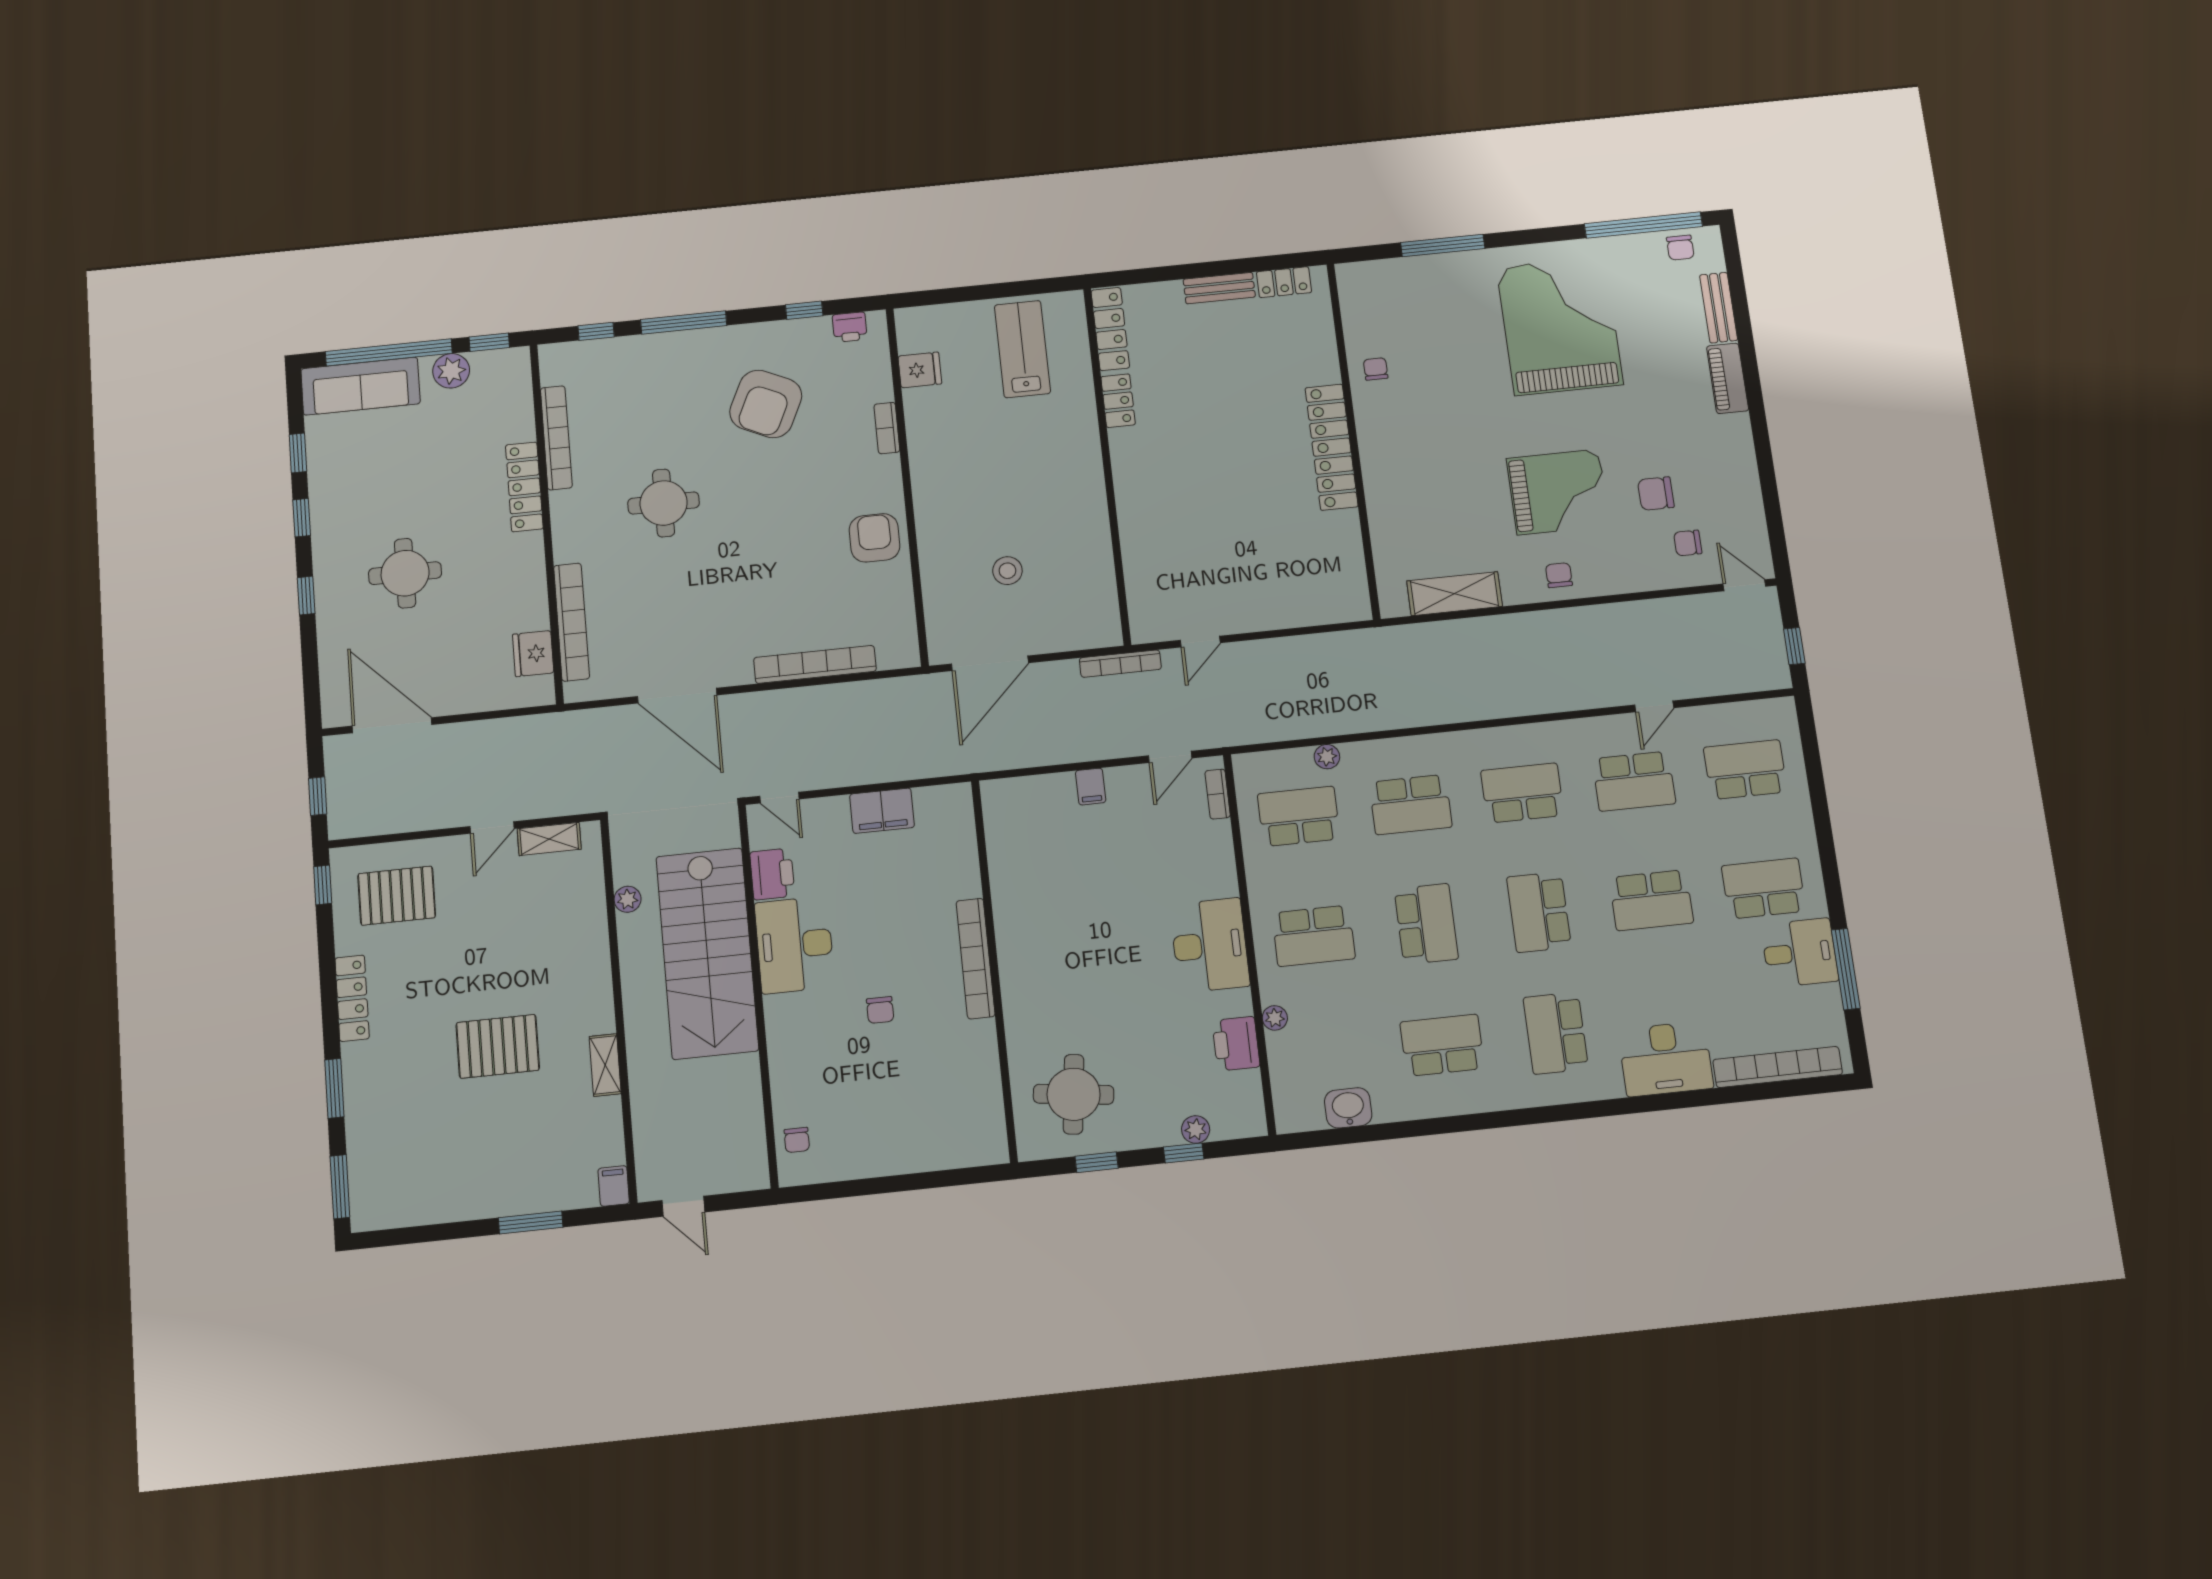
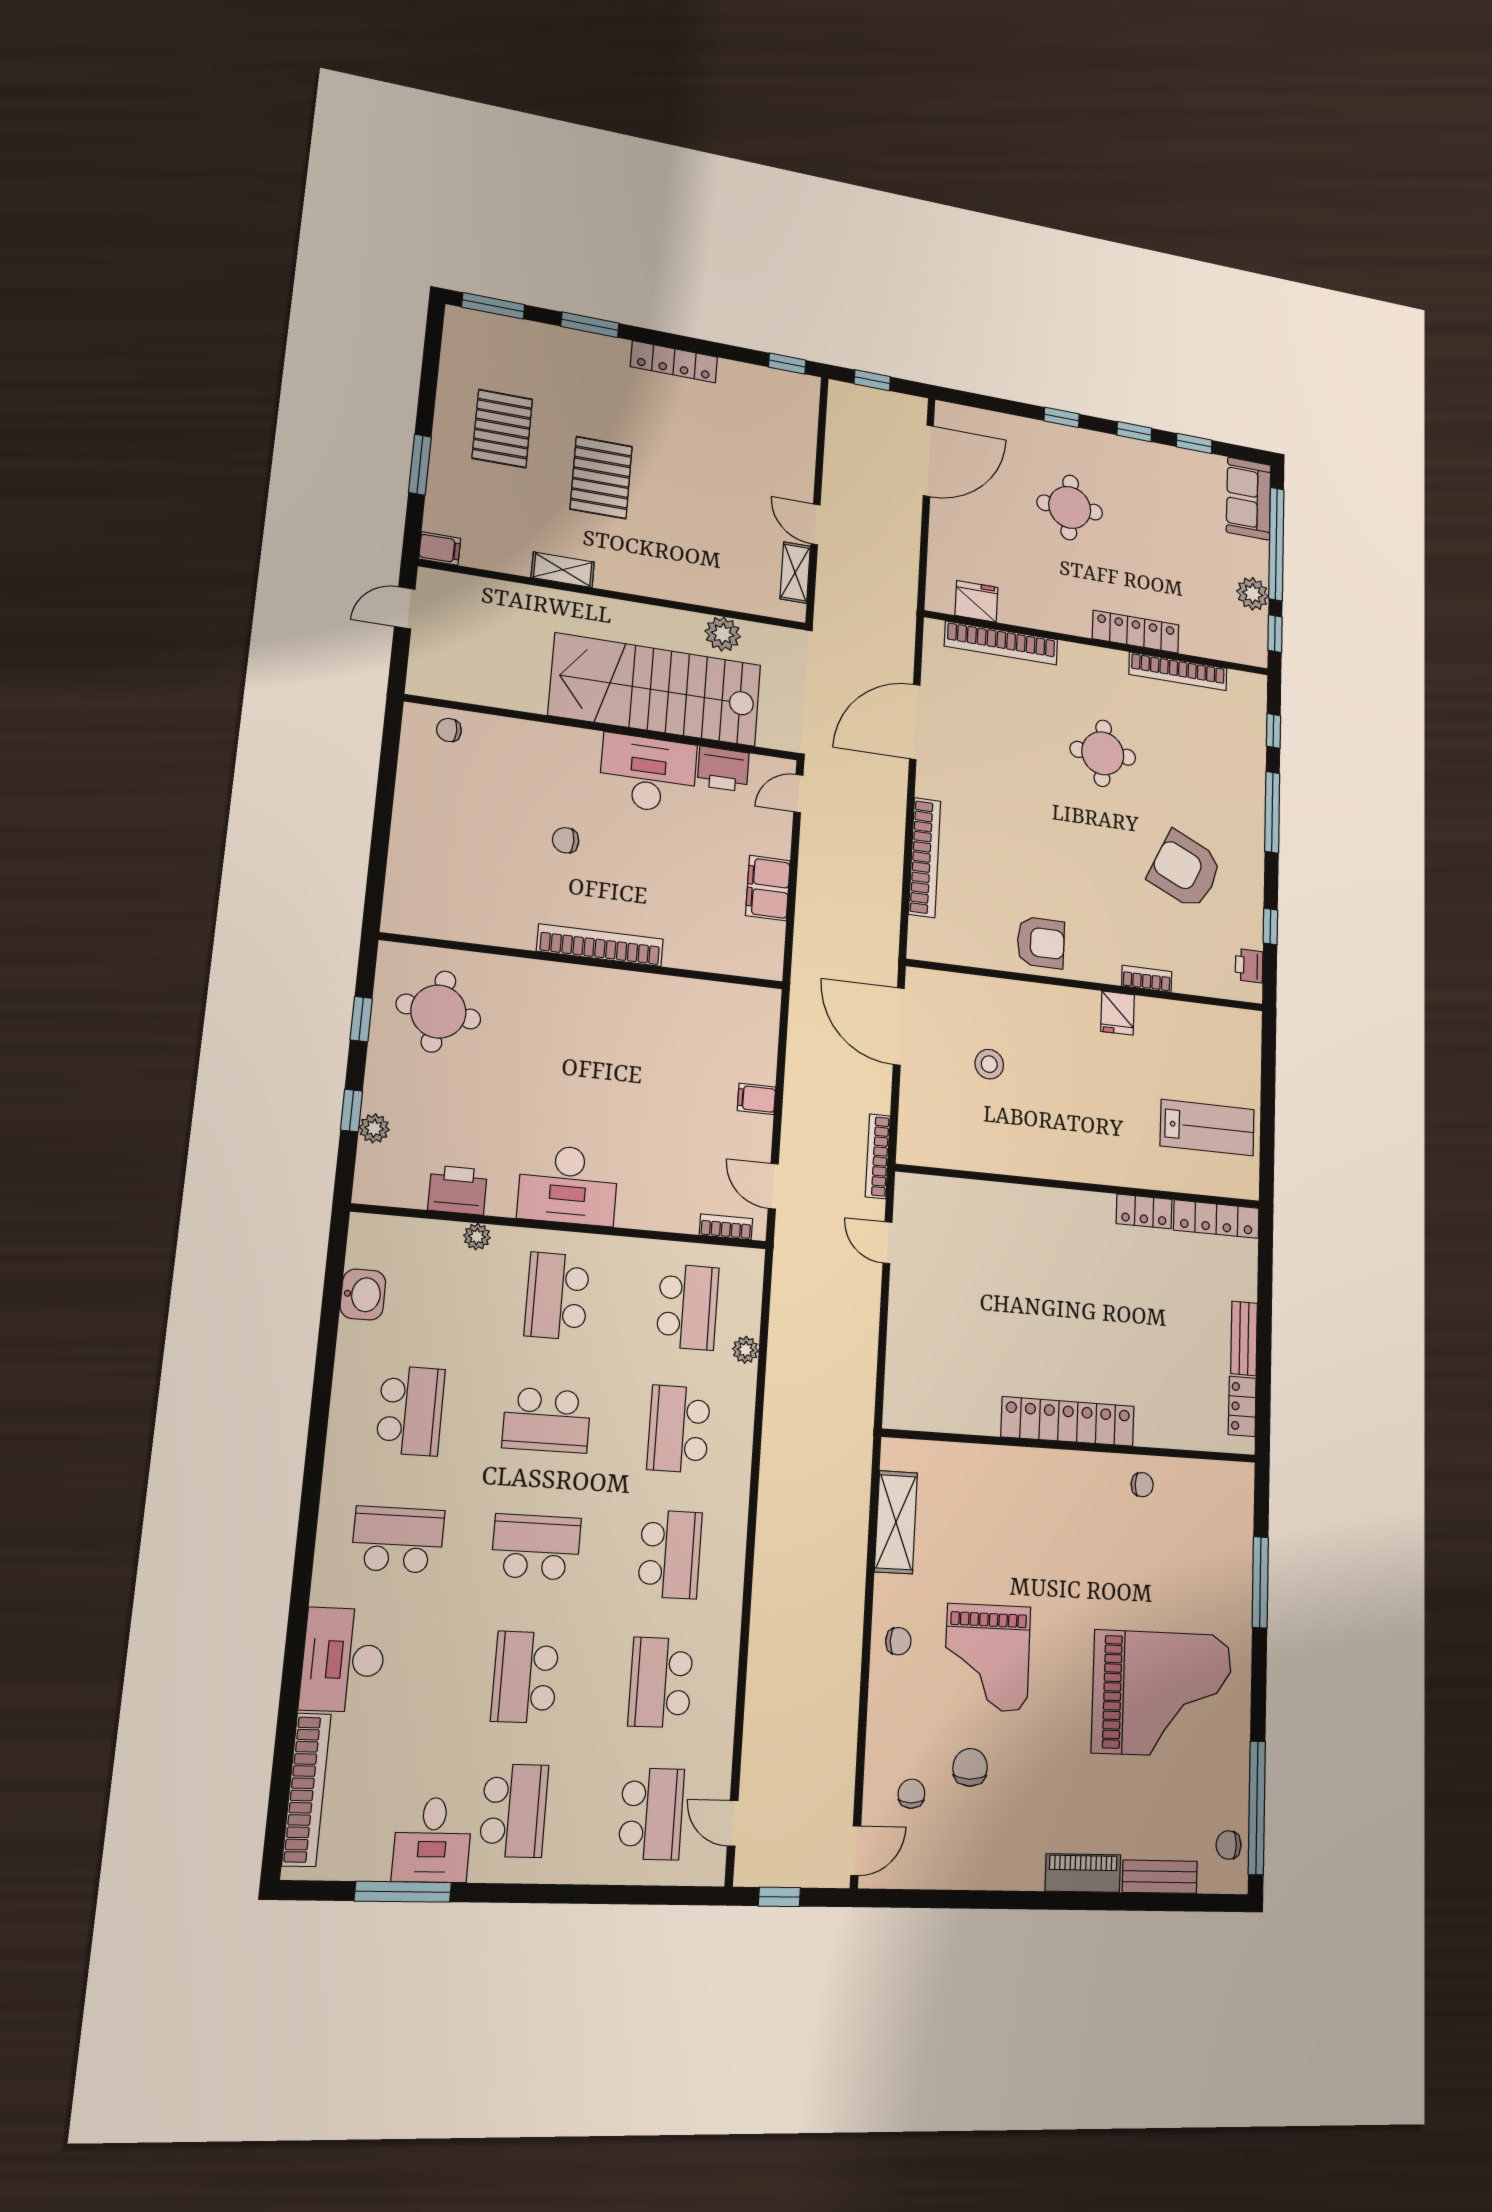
fridge: (920, 370) -> (1118, 1013), moved
sofa: (361, 386) -> (1249, 498), width x0.73
door: (1654, 706) -> (733, 1823), moved
pallet: (397, 896) -> (502, 429), moved
plant: (628, 899) -> (723, 634), width x1.38, depth x1.38

